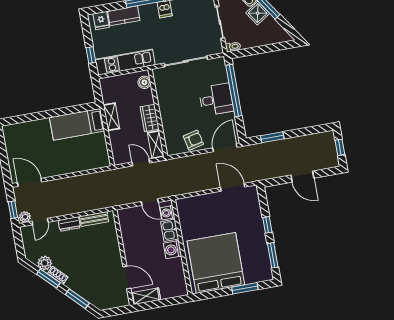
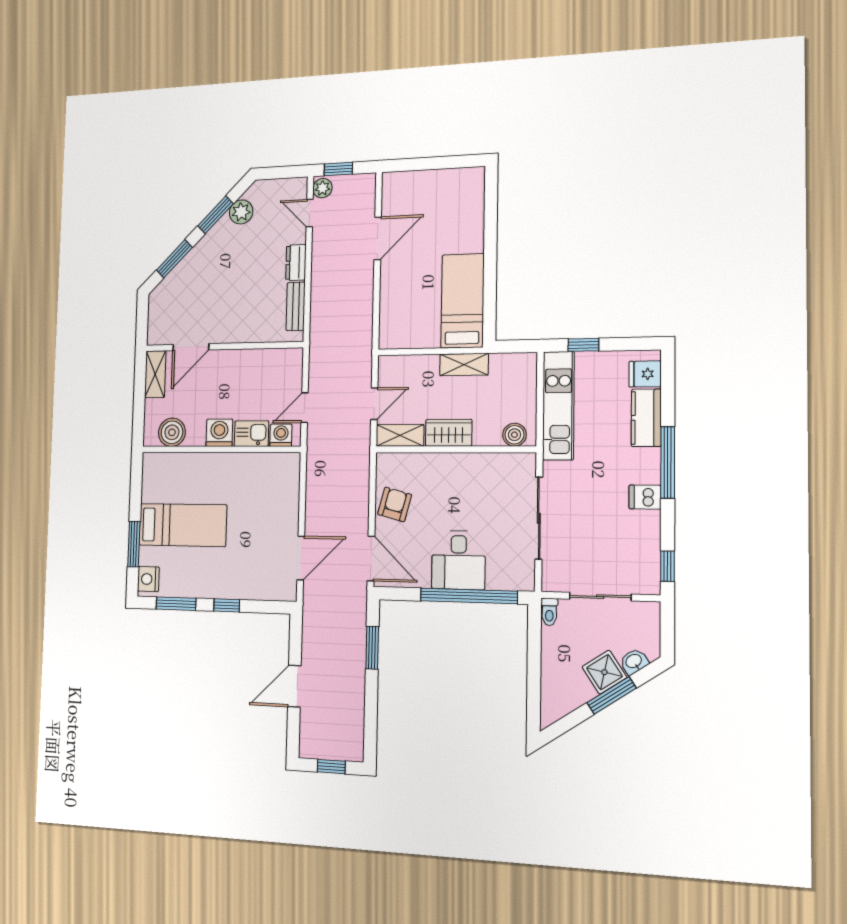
armchair: (193, 140) -> (395, 504), turned -152
door: (30, 182) -> (378, 238), moved
bed: (216, 263) -> (183, 525), width x0.49
shoe rack: (58, 275) -> (217, 231), removed
nightstand: (263, 275) -> (148, 579), added
boiler: (177, 279) -> (172, 432), added

